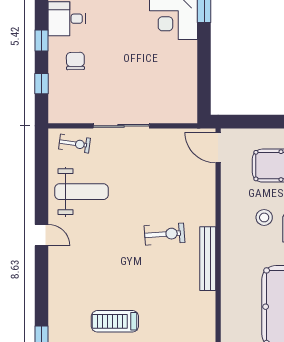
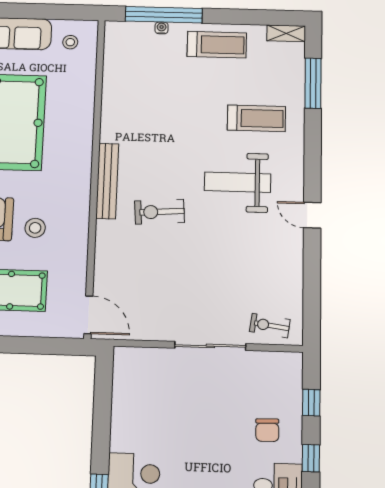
weight bench: (81, 192) -> (238, 182), moved
treadmill: (115, 321) -> (256, 118), moved

